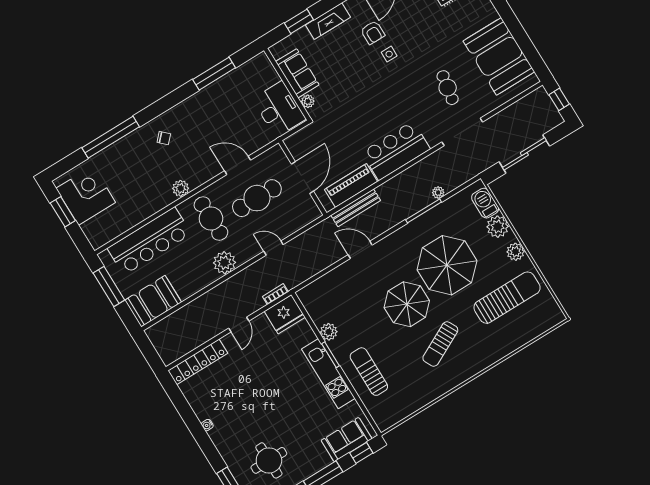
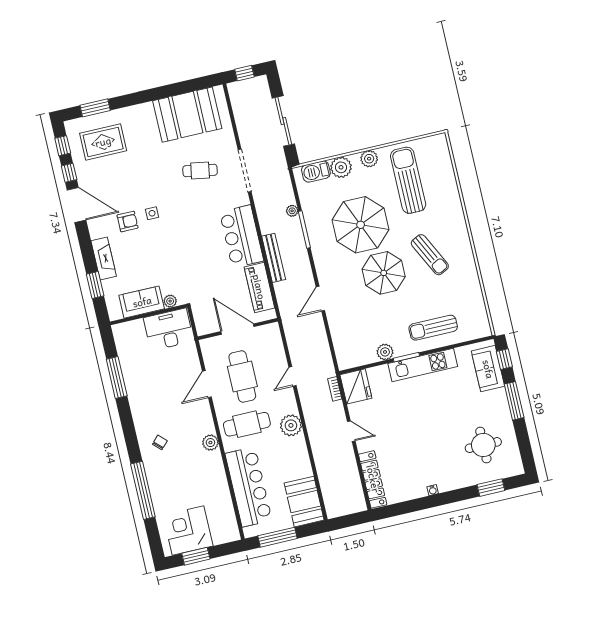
bench: (356, 208) -> (274, 258), moved

